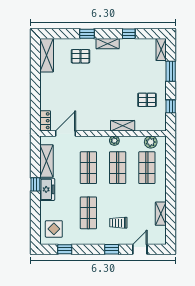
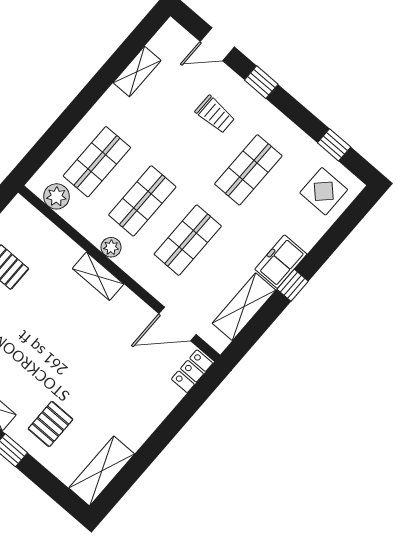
pallet: (80, 56) -> (51, 424), turned 90
shelving: (123, 126) -> (98, 276), moved

